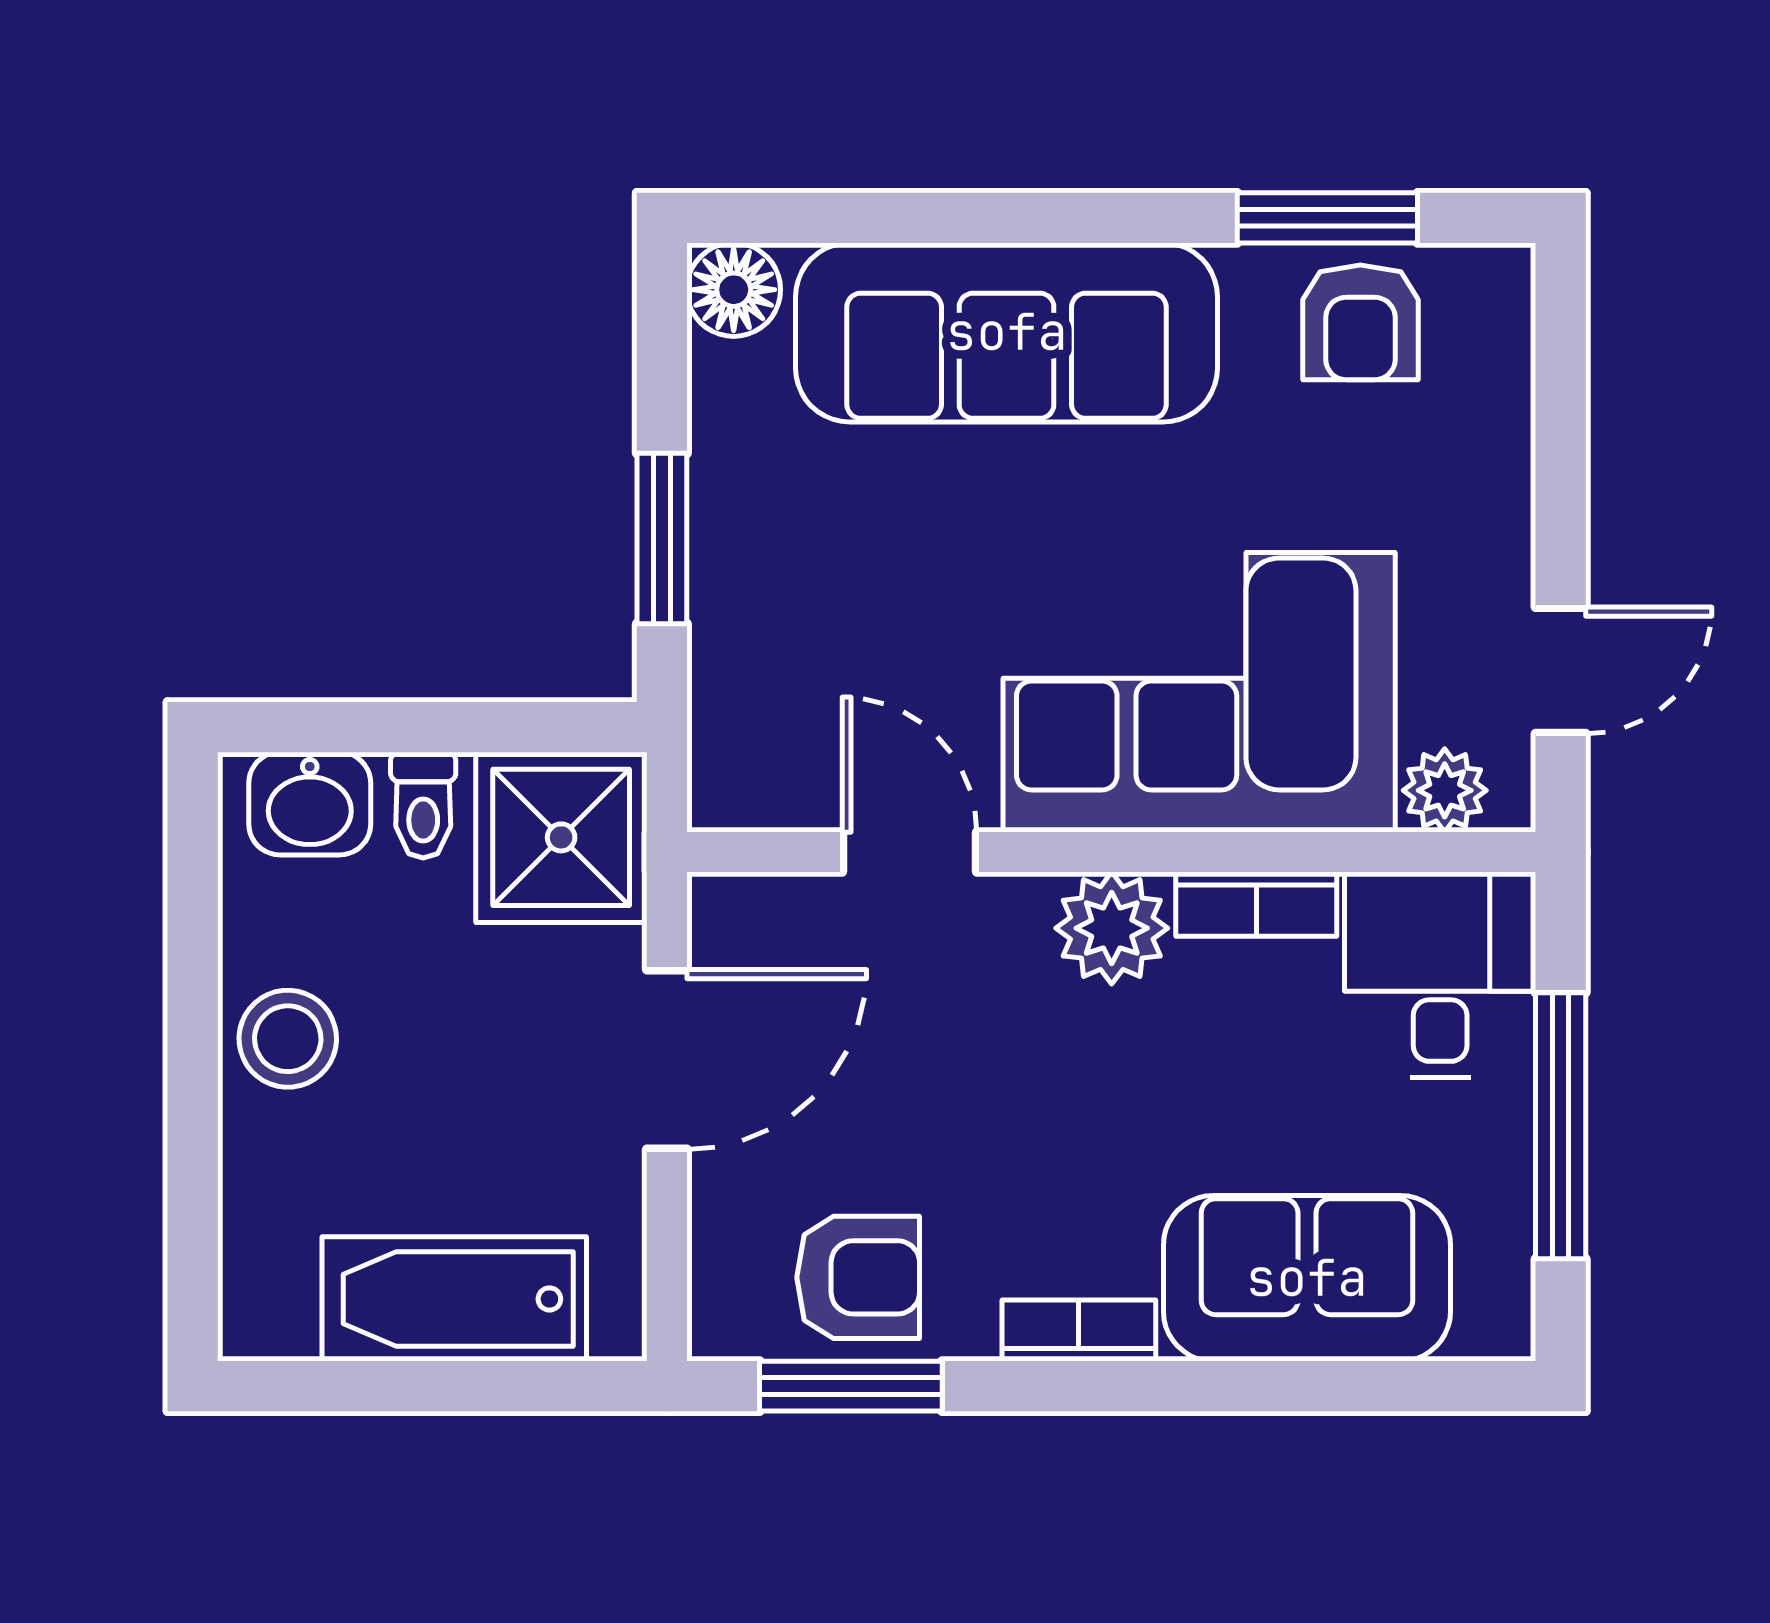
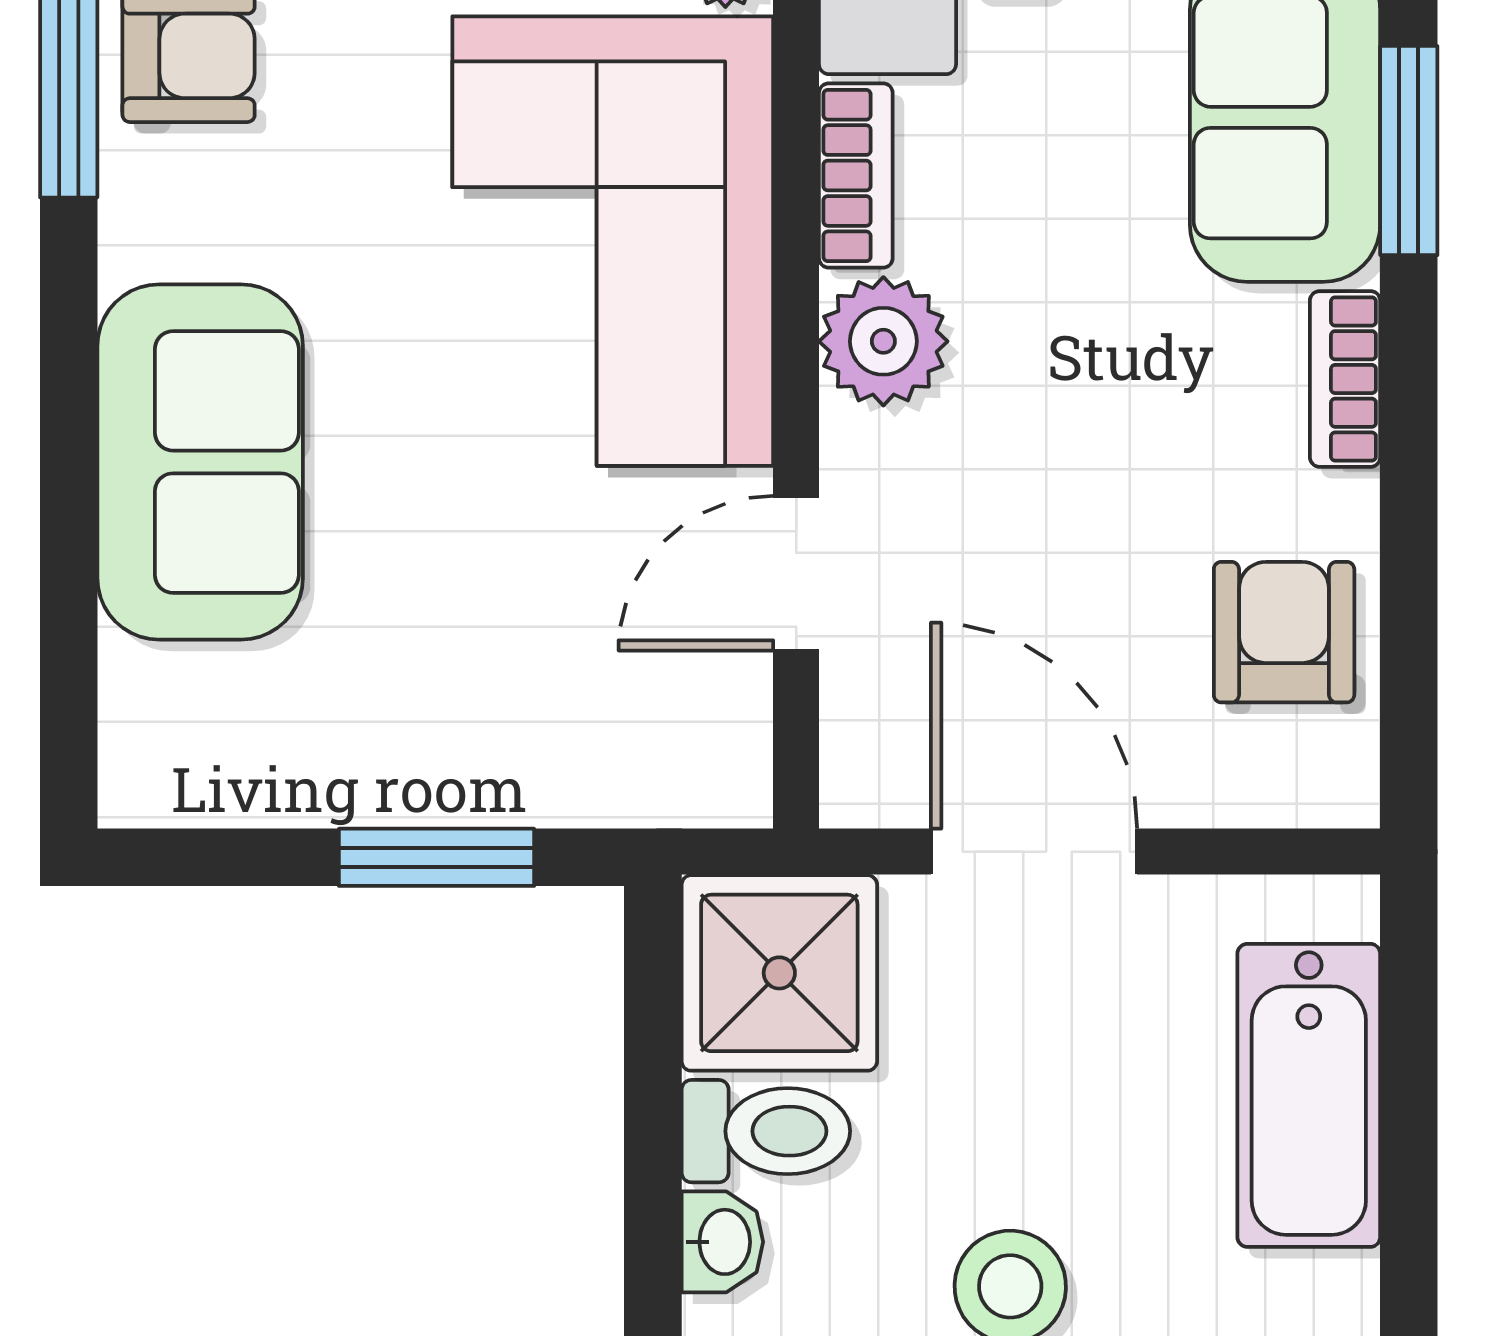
floor lamp: (734, 290) -> (151, 775), removed
sofa: (1007, 332) -> (200, 462), width x0.73
washbasin: (310, 804) -> (722, 1242), width x0.72, depth x0.69
toilet: (423, 805) -> (766, 1131), width x1.37, depth x1.39
window: (851, 1386) -> (1409, 151), moved

